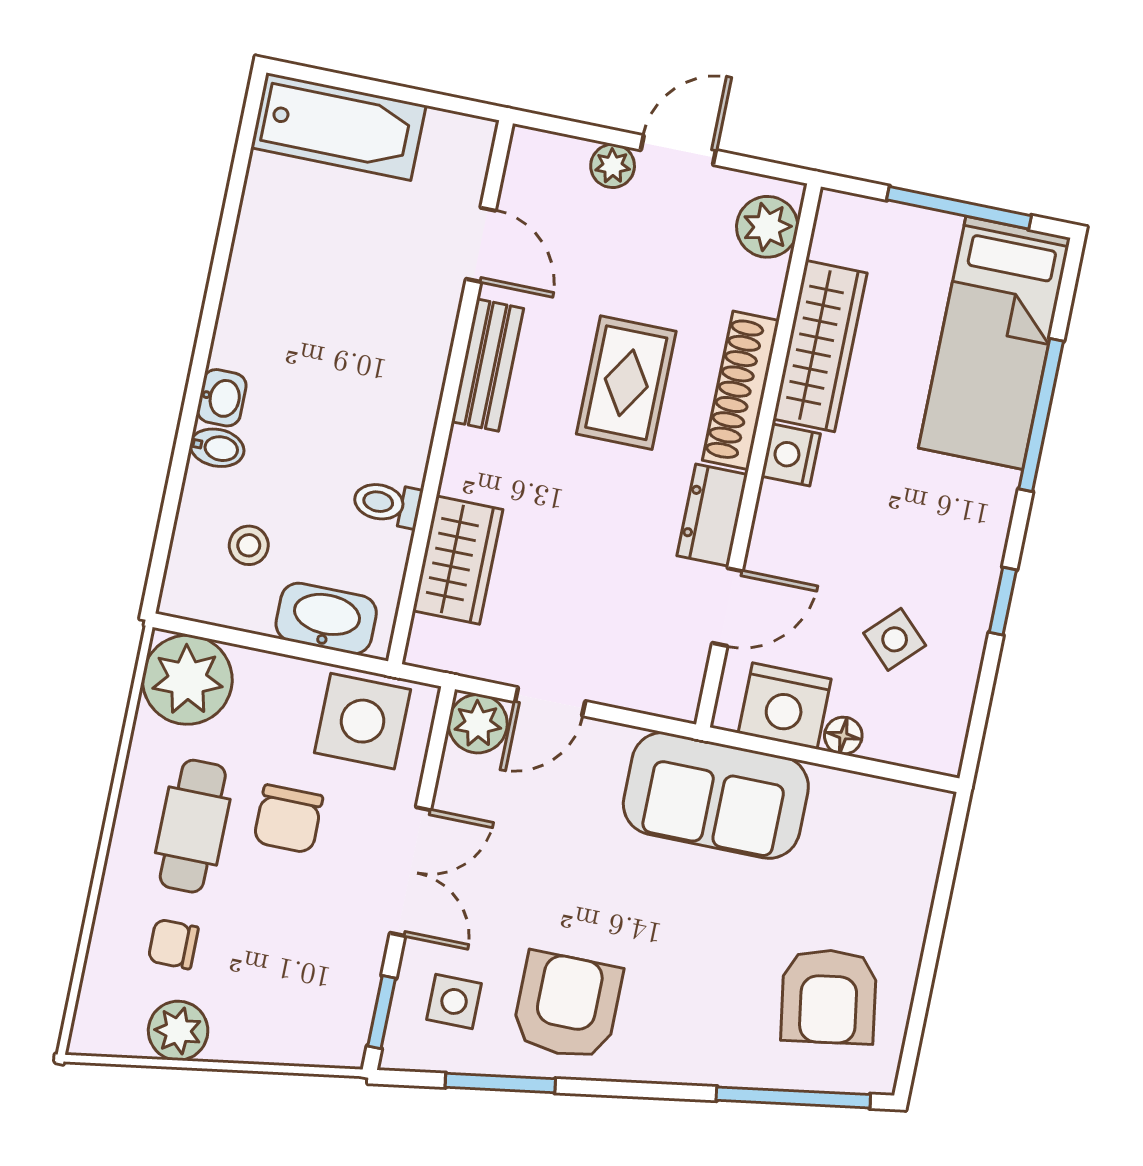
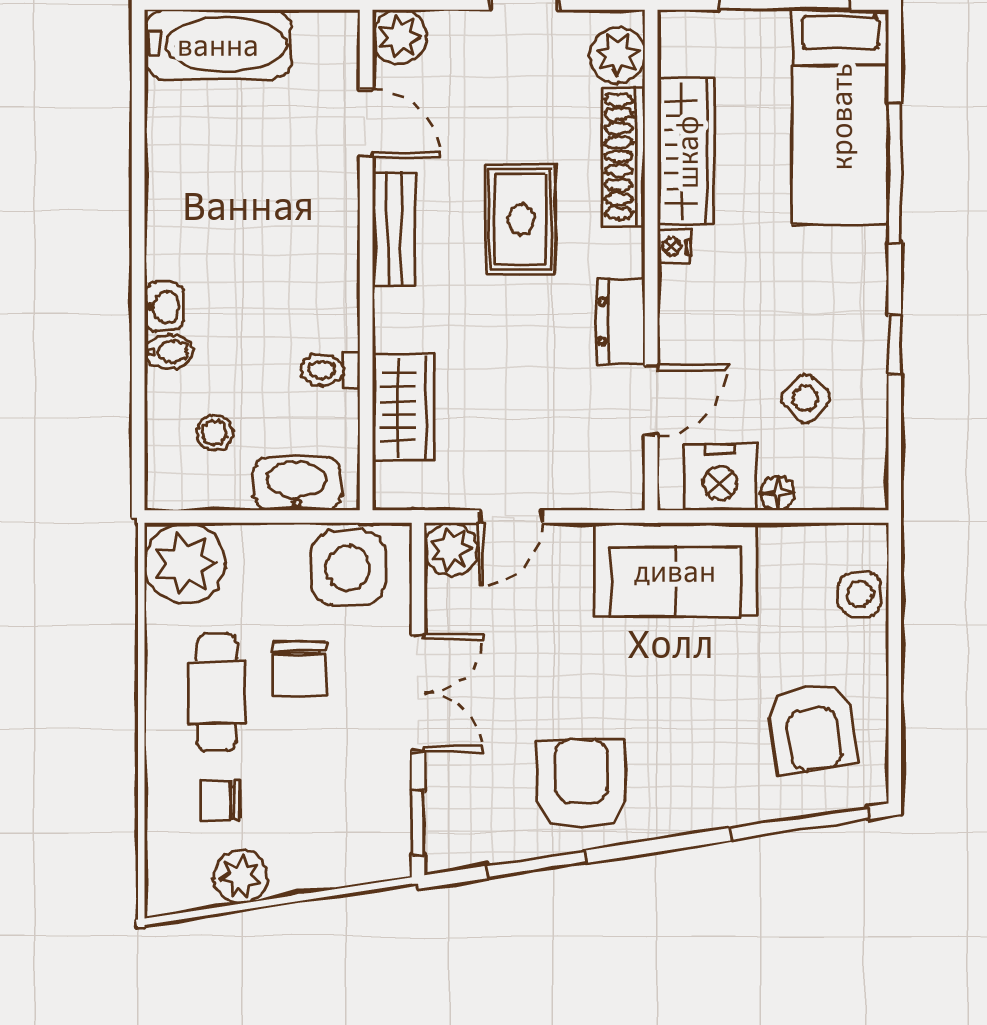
plant: (613, 166) -> (400, 37), moved, width x1.38, depth x1.38
shoe rack: (741, 390) -> (624, 156), moved
nightstand: (791, 455) -> (674, 247), width x0.72, depth x0.74
side table: (454, 1001) -> (860, 594), moved

